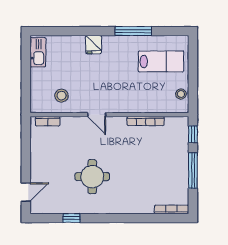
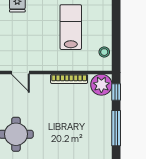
lab bench: (161, 61) -> (71, 27), moved, turned -90
plant: (178, 127) -> (101, 85), added

